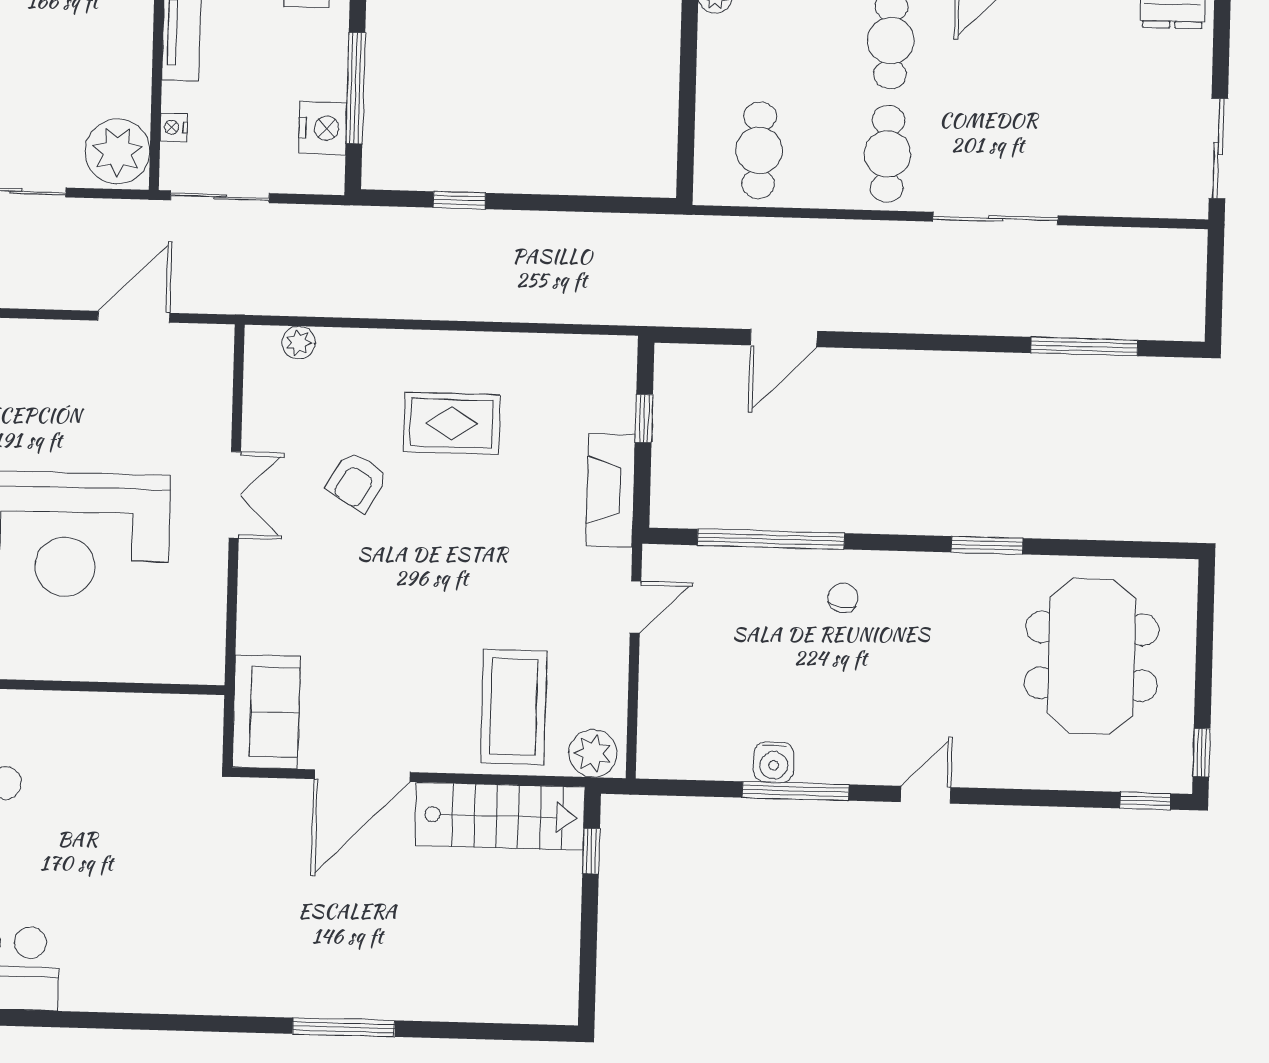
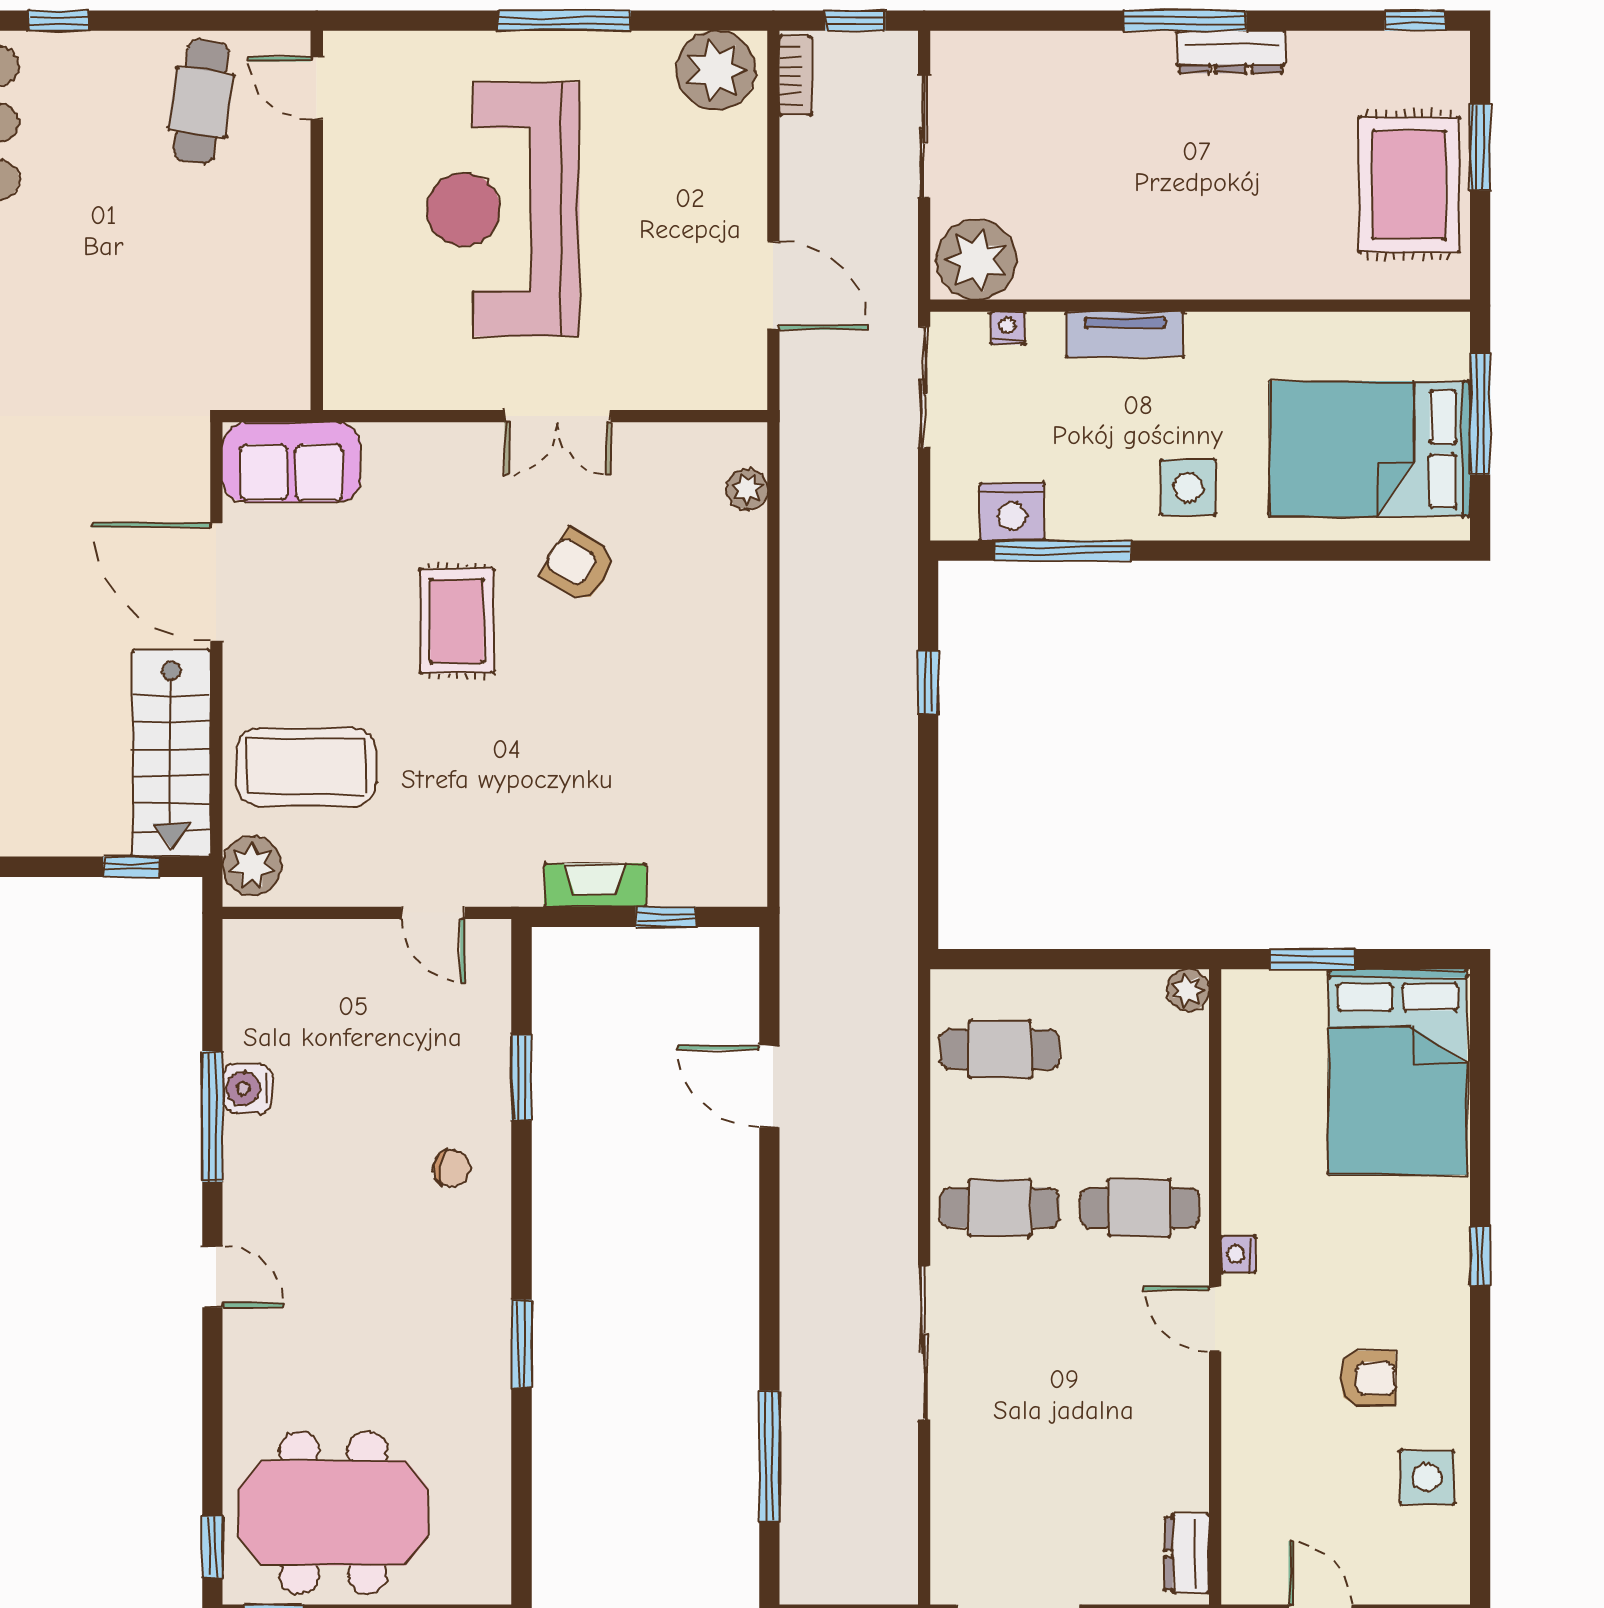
rug: (452, 423) -> (457, 621), moved
fireplace: (611, 490) -> (595, 885), width x0.73, depth x0.76
window: (771, 539) -> (522, 1077), width x0.47
meeting table: (1092, 656) -> (333, 1513), moved

